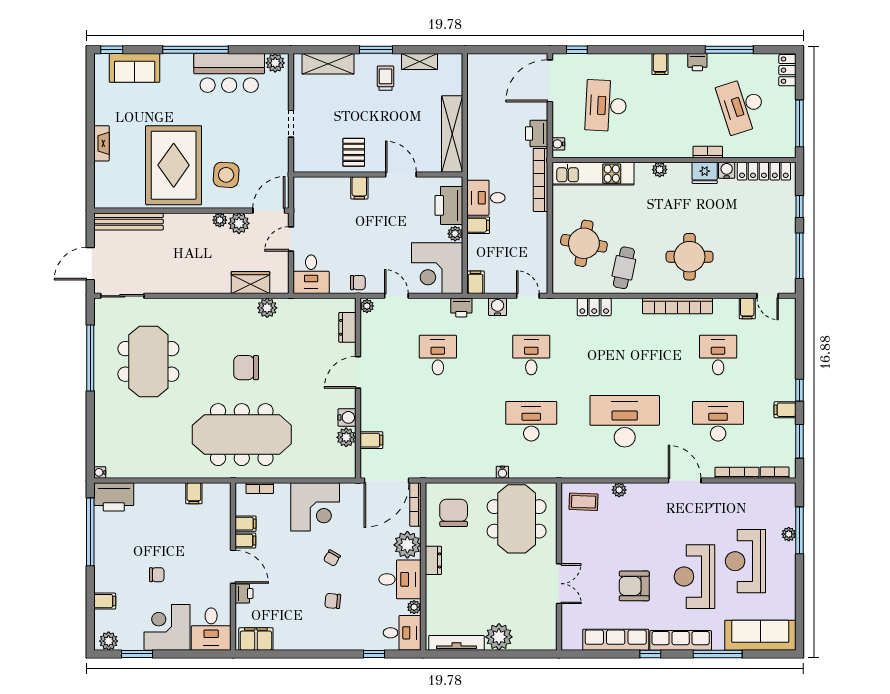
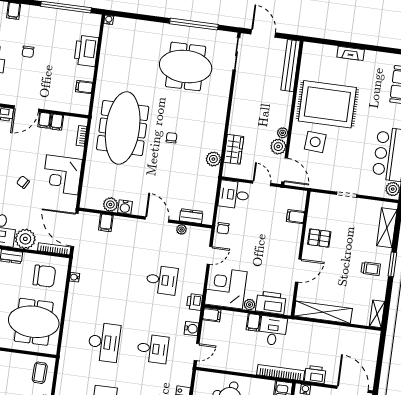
shelving: (419, 62) -> (377, 314), moved
filing cabinet: (359, 188) -> (295, 217), moved
plant: (367, 306) -> (181, 229), moved
chair: (246, 368) -> (172, 138), width x0.54, depth x0.54
water cooler: (502, 472) -> (75, 277), moved
printer: (114, 497) -> (86, 51), moved

